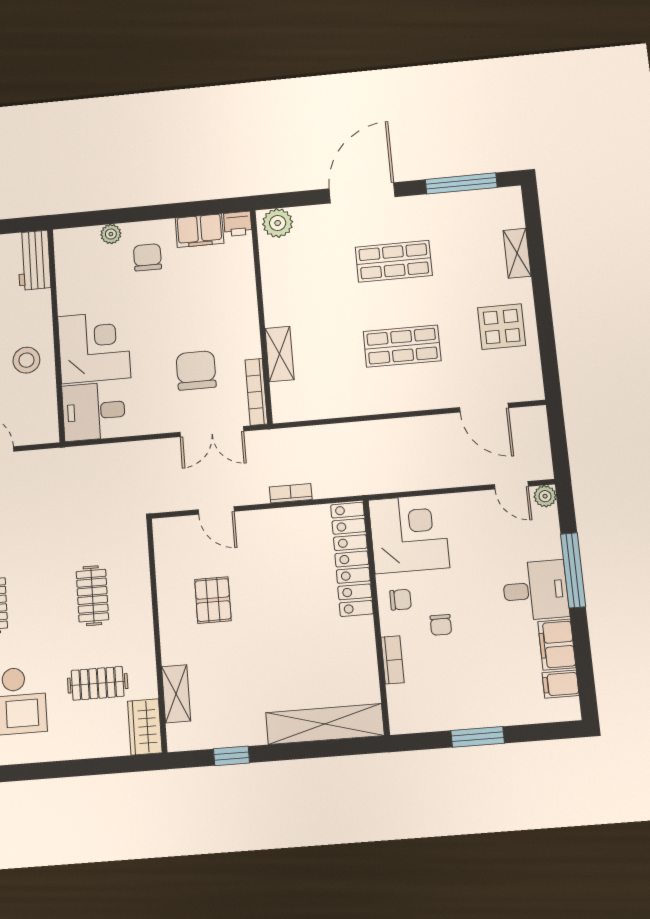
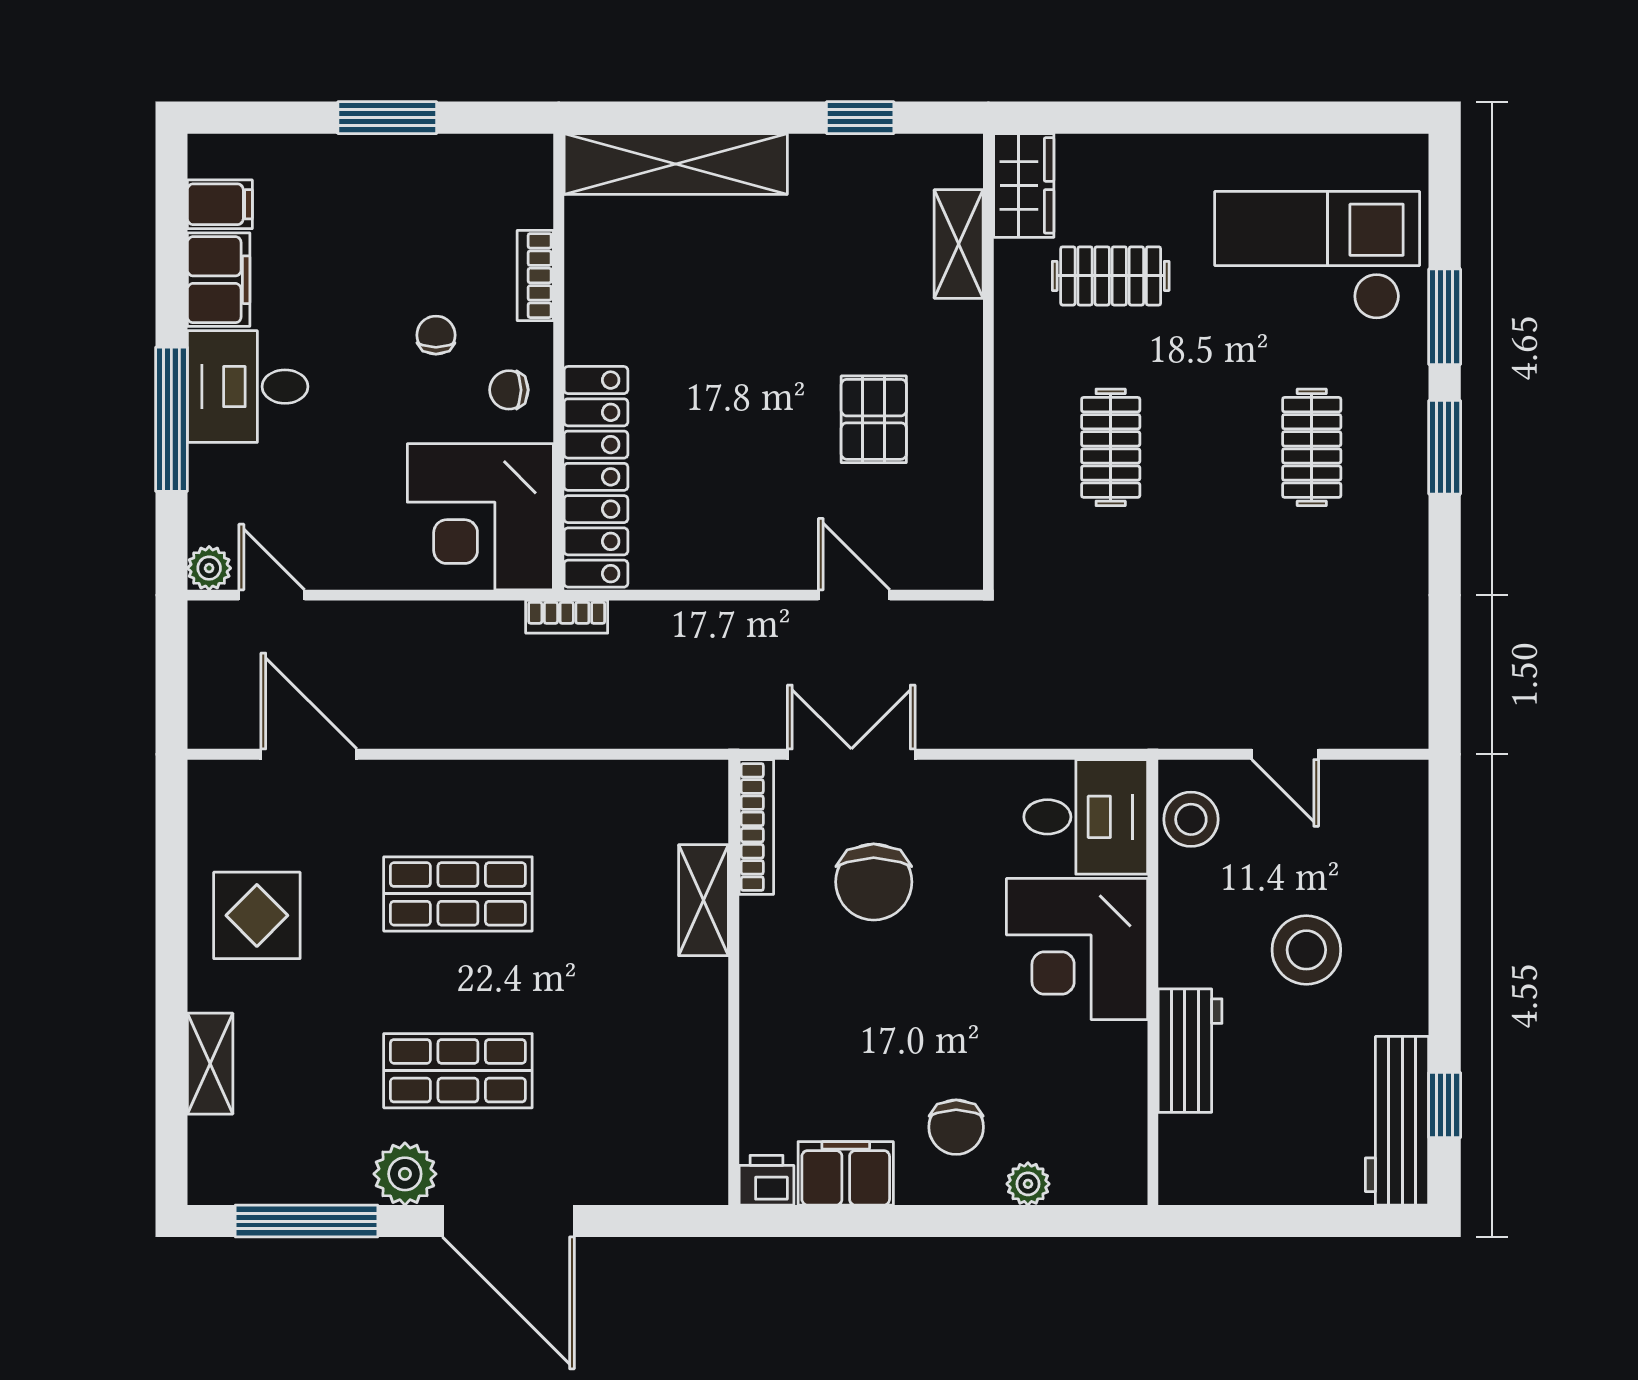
door: (362, 193) -> (508, 1221), hinge flipped
plant: (278, 223) -> (405, 1174), moved
workbench: (34, 260) -> (1190, 1051), moved
stool: (26, 360) -> (1191, 819), moved
bookcase: (291, 493) -> (567, 617), moved

